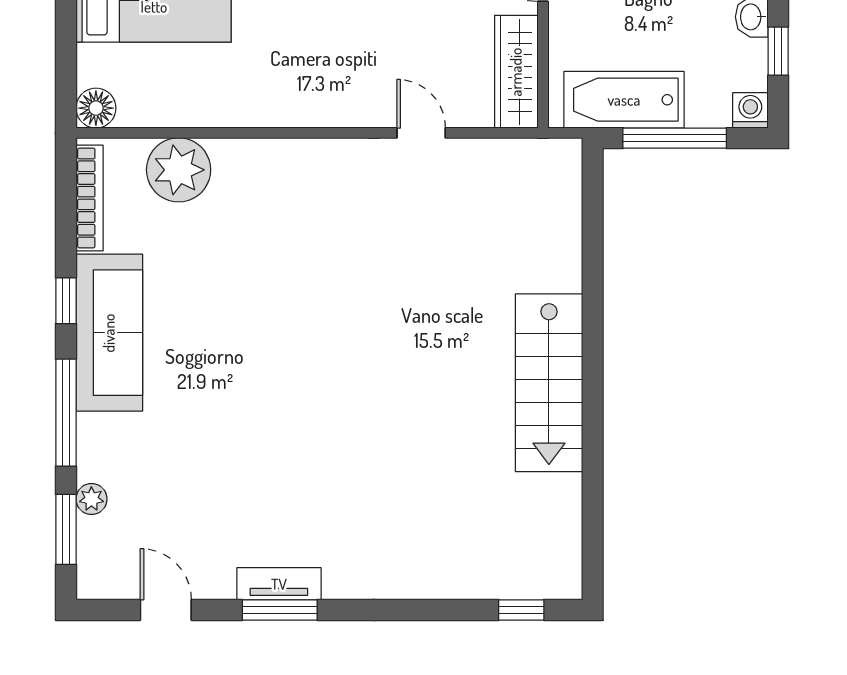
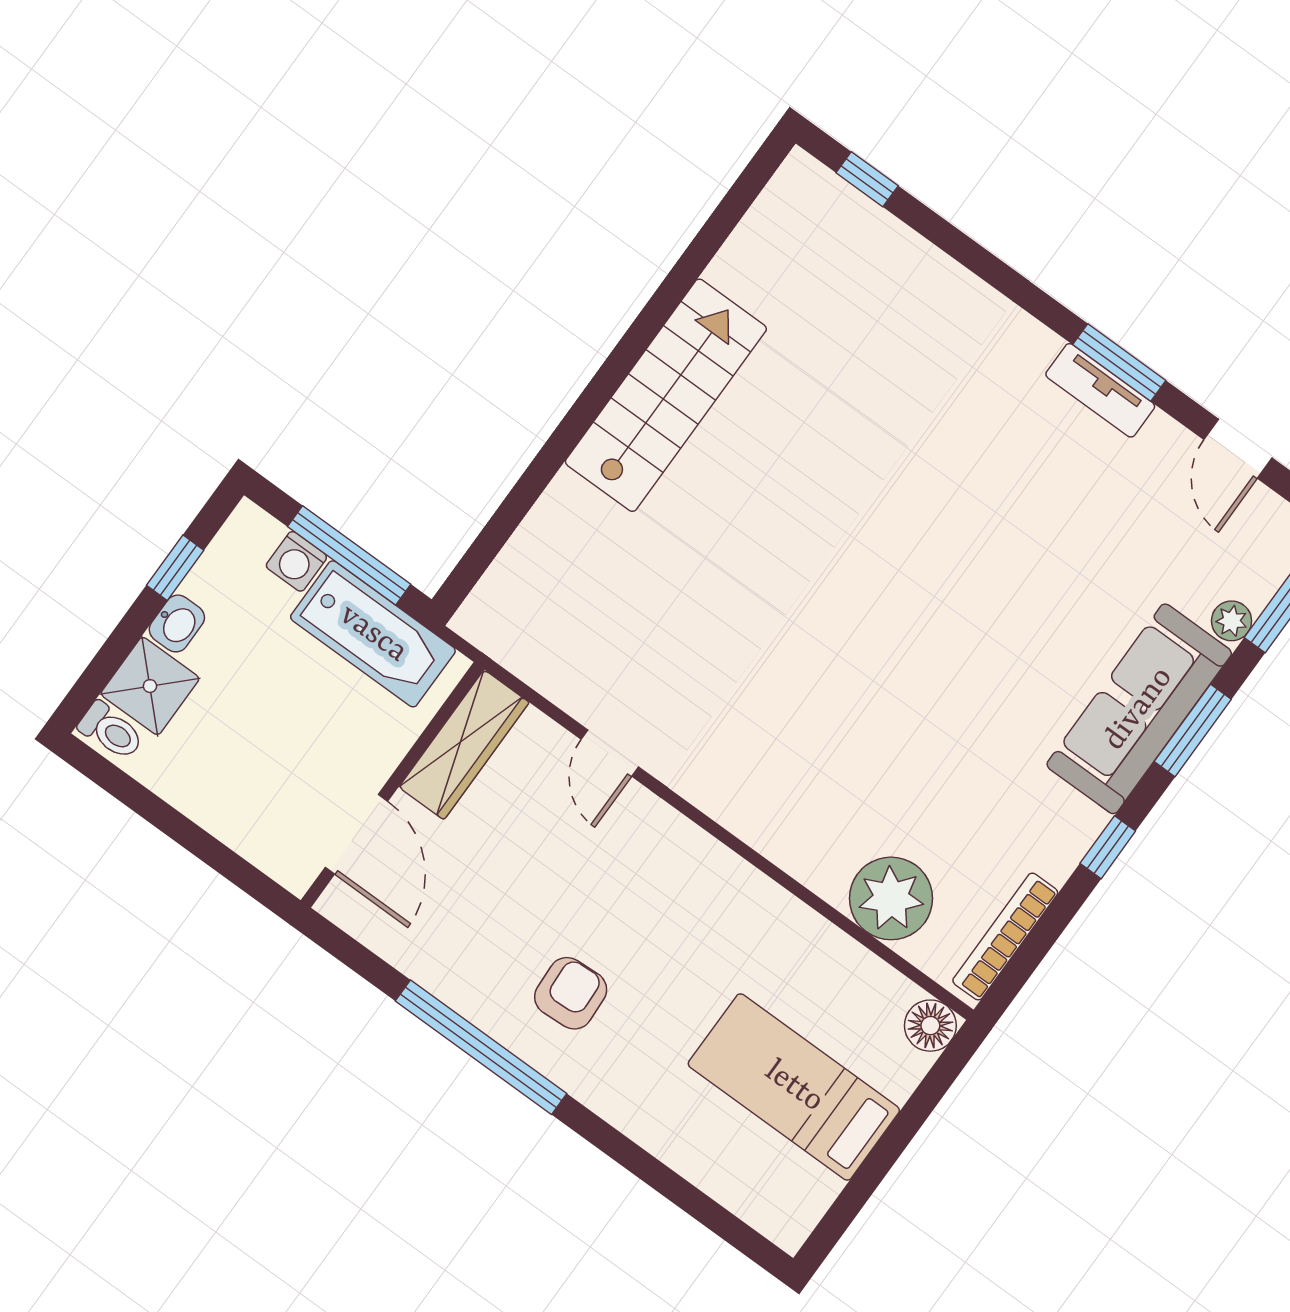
washing machine: (750, 110) -> (296, 561), moved
sofa: (109, 333) -> (1139, 709), moved
window: (66, 413) -> (1193, 730), width x0.69

